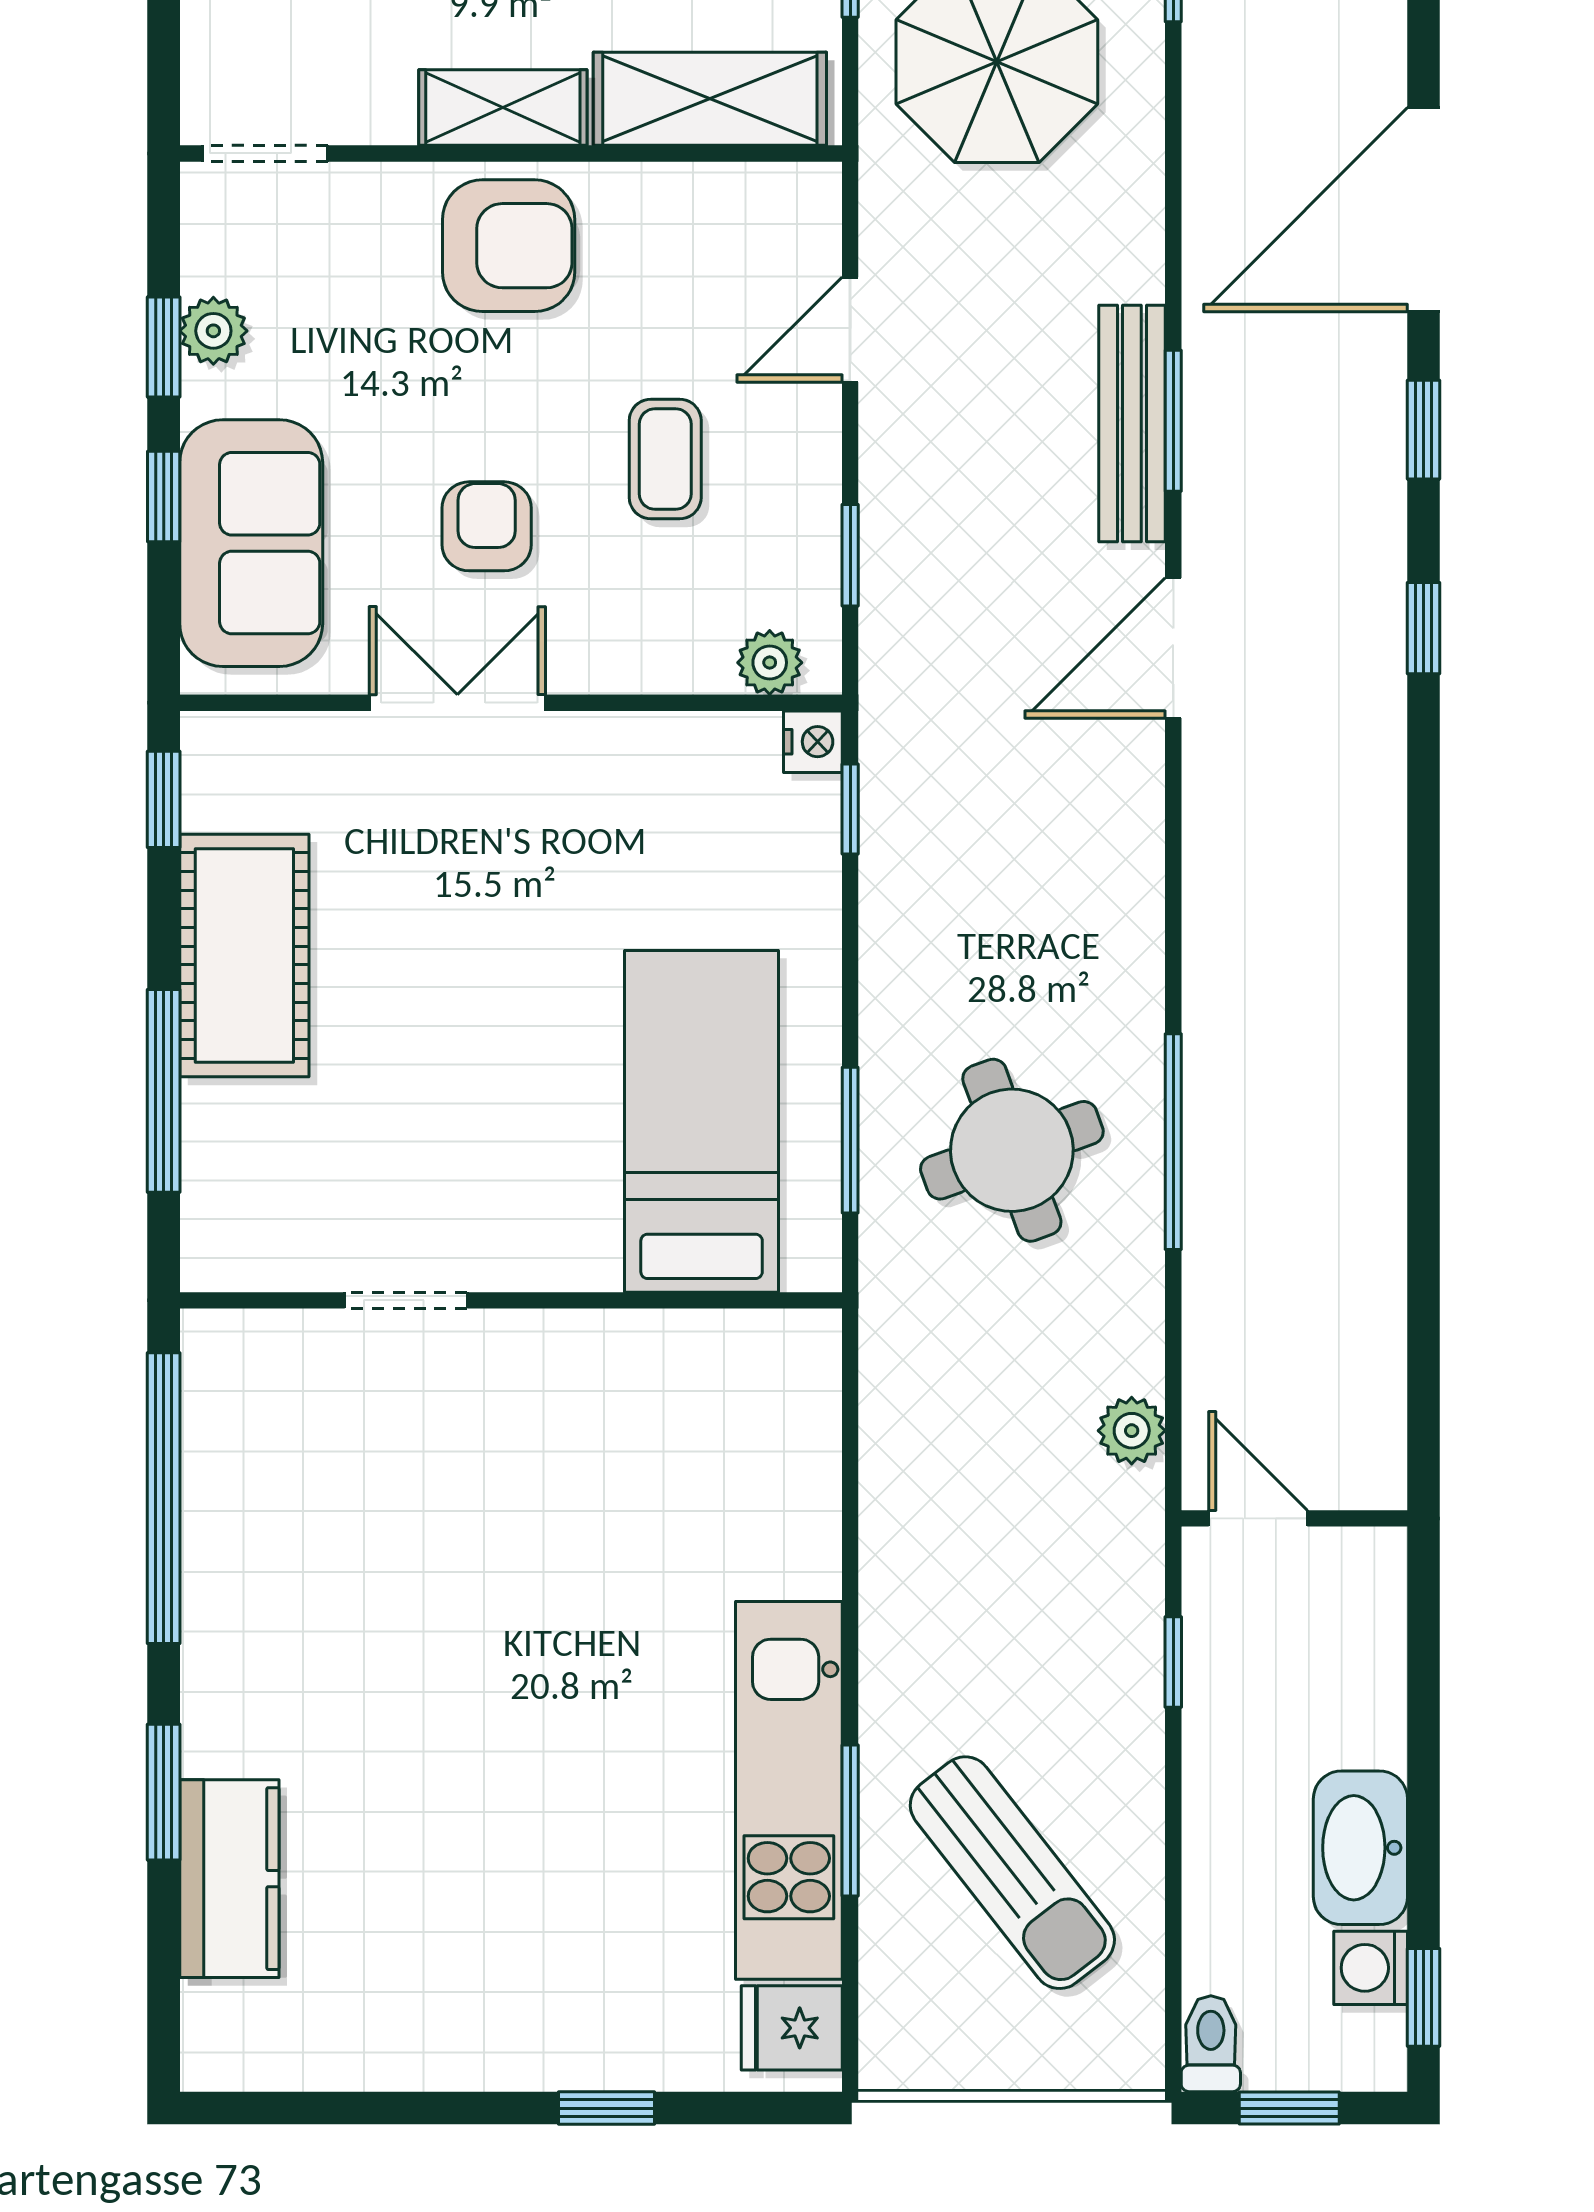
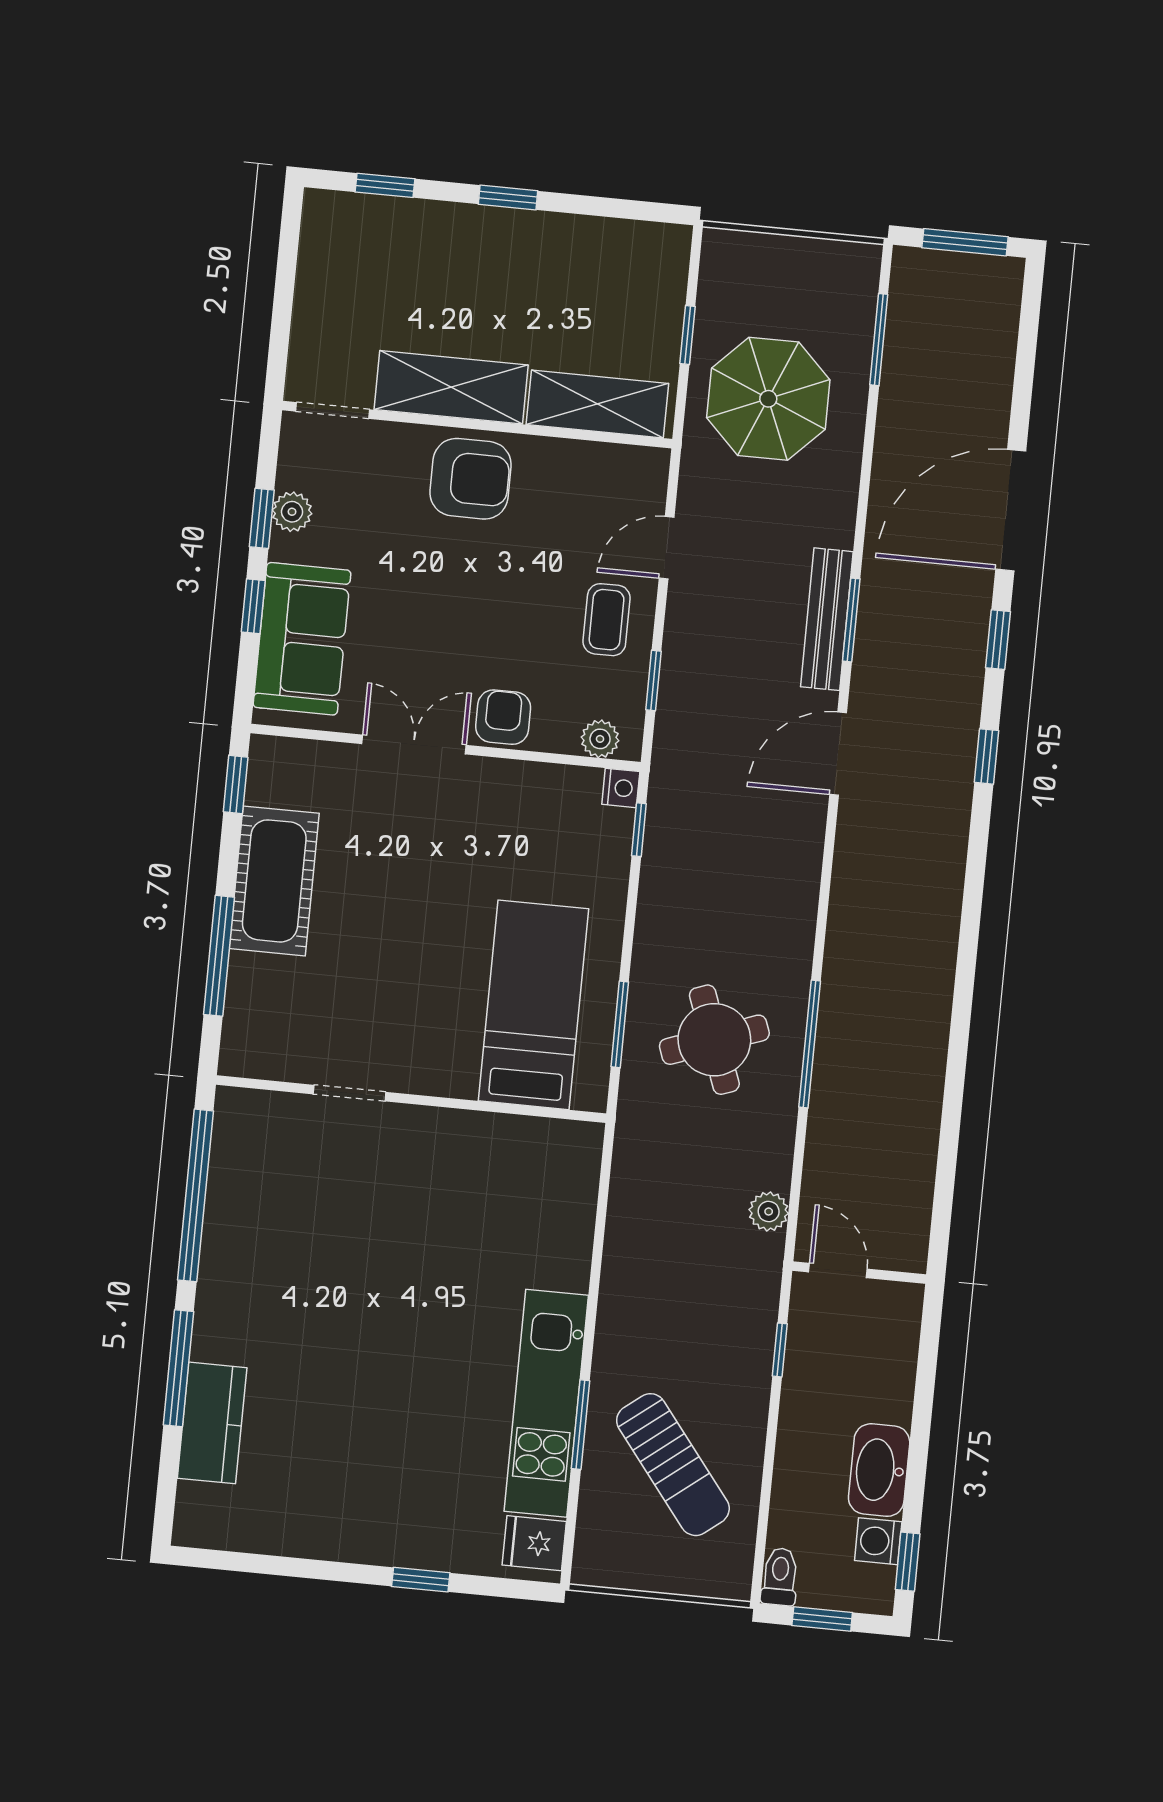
shelving: (503, 108) -> (451, 387), width x1.50, depth x1.33
coffee table: (665, 459) -> (607, 620), moved
armchair: (487, 526) -> (503, 717), moved
window: (164, 1792) -> (178, 1368), width x1.44

